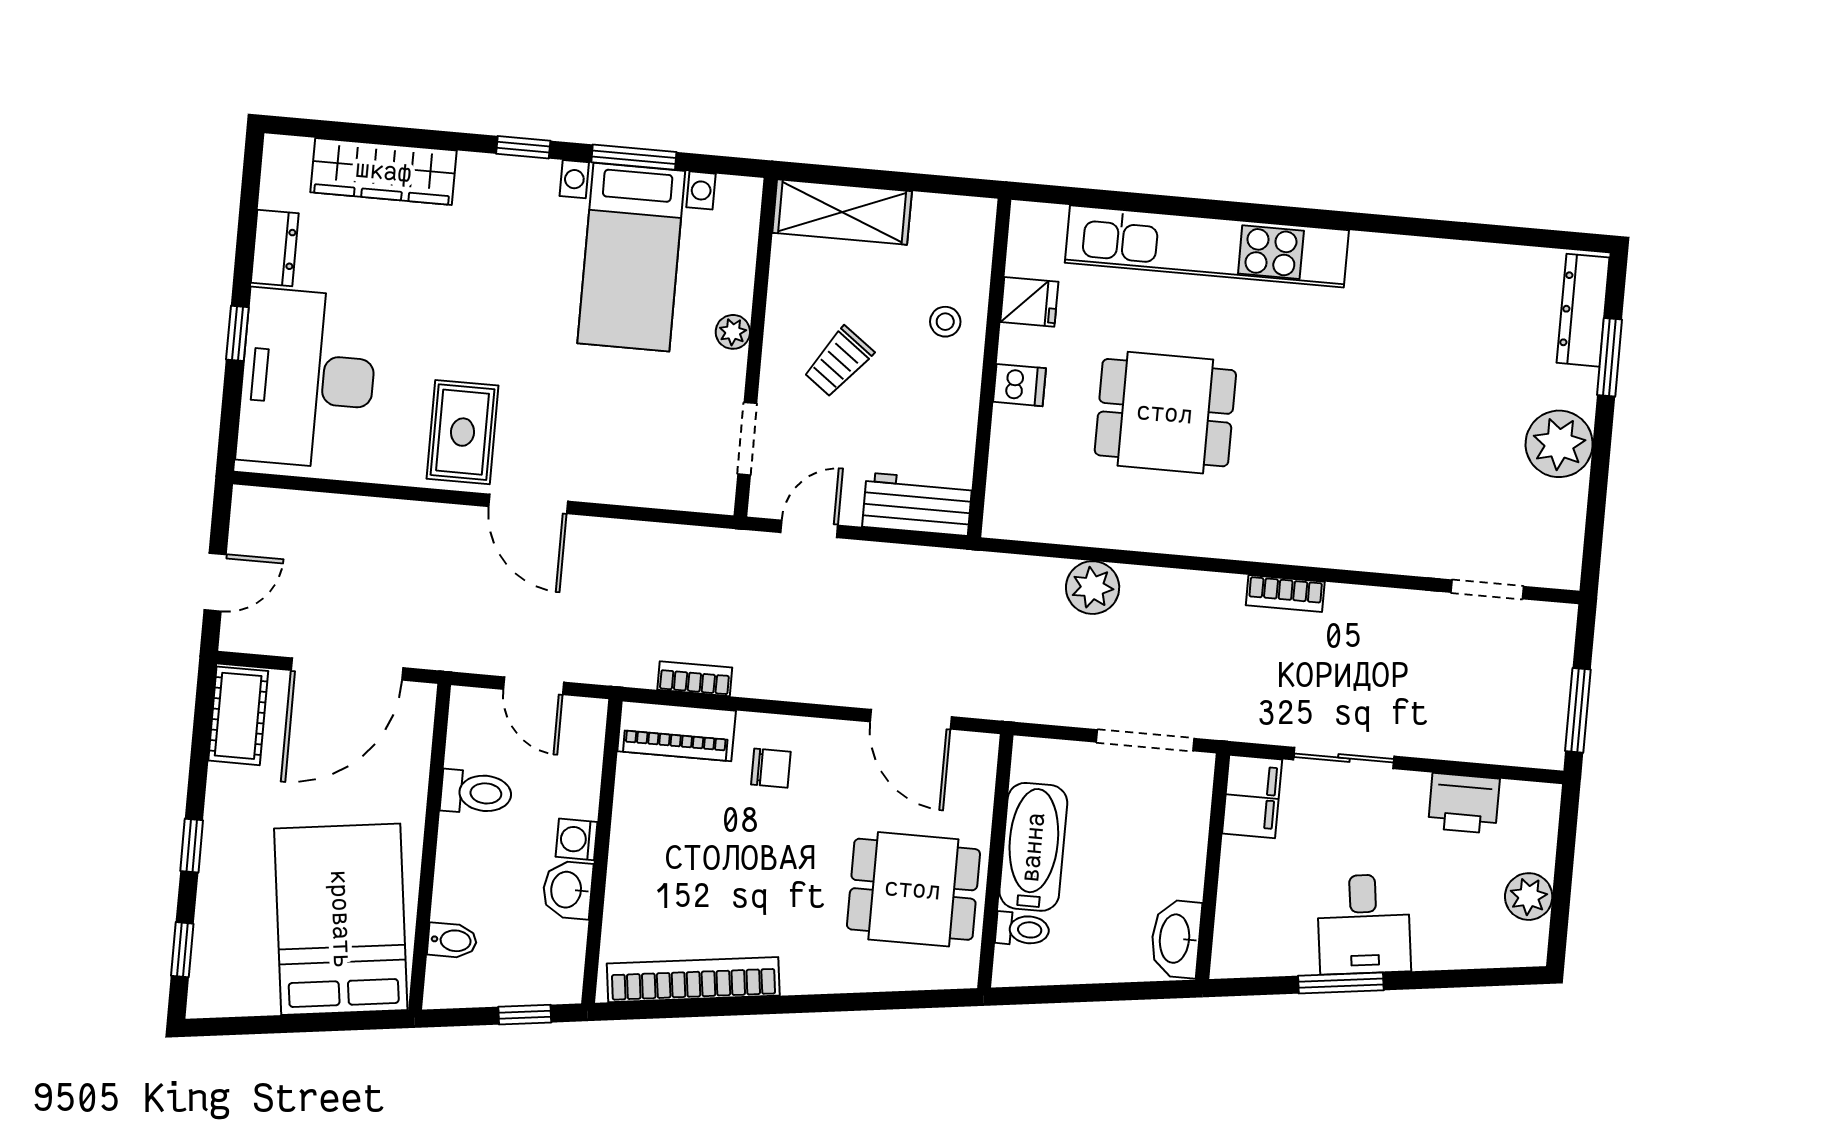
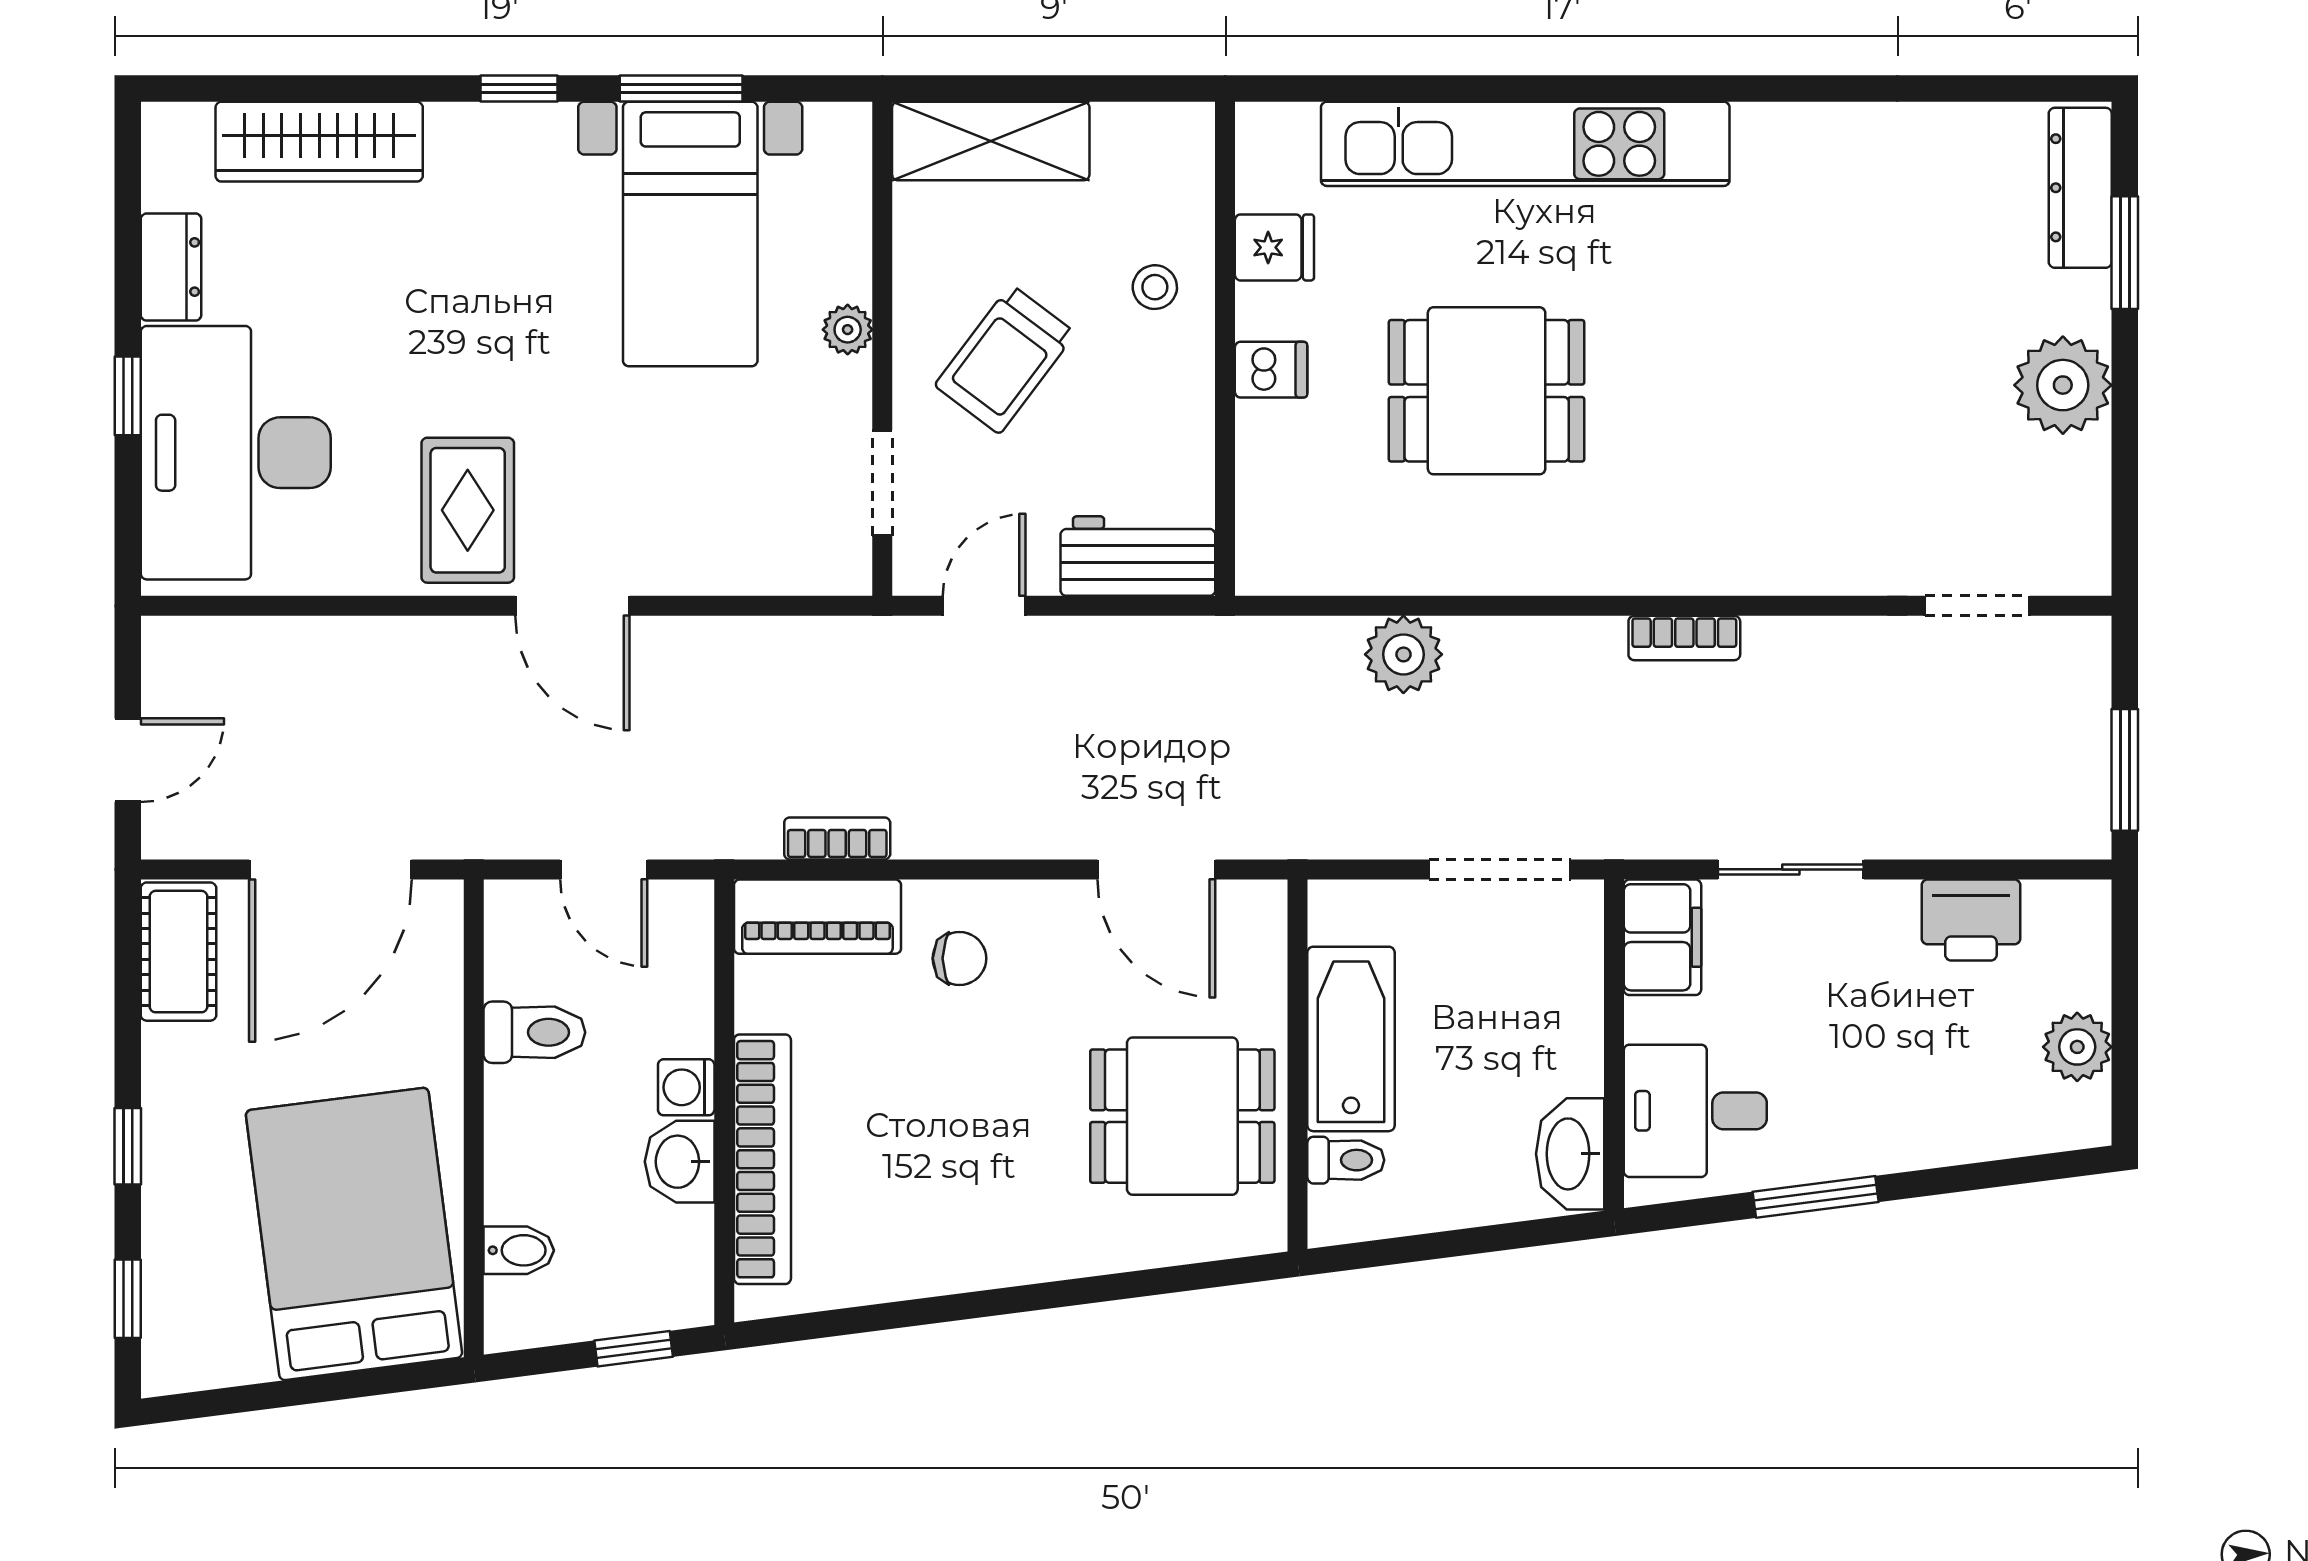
trolley: (839, 362) -> (1005, 359), width x1.36, depth x1.39
desk: (1364, 924) -> (1695, 1111), moved, turned 97
bookcase: (693, 980) -> (762, 1159), moved, turned 97

